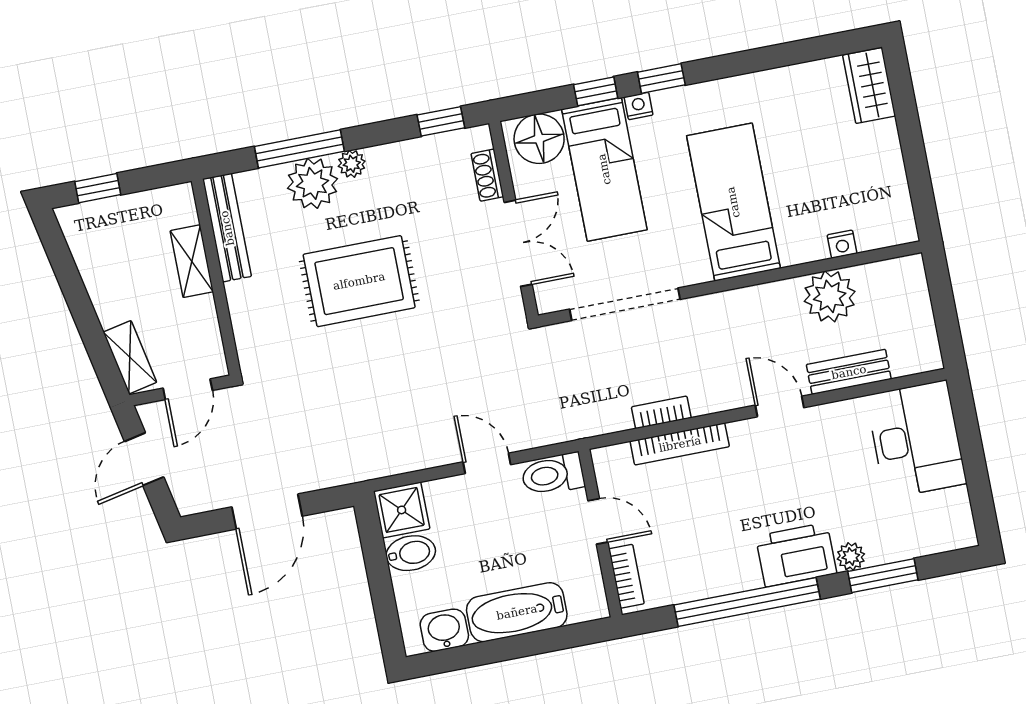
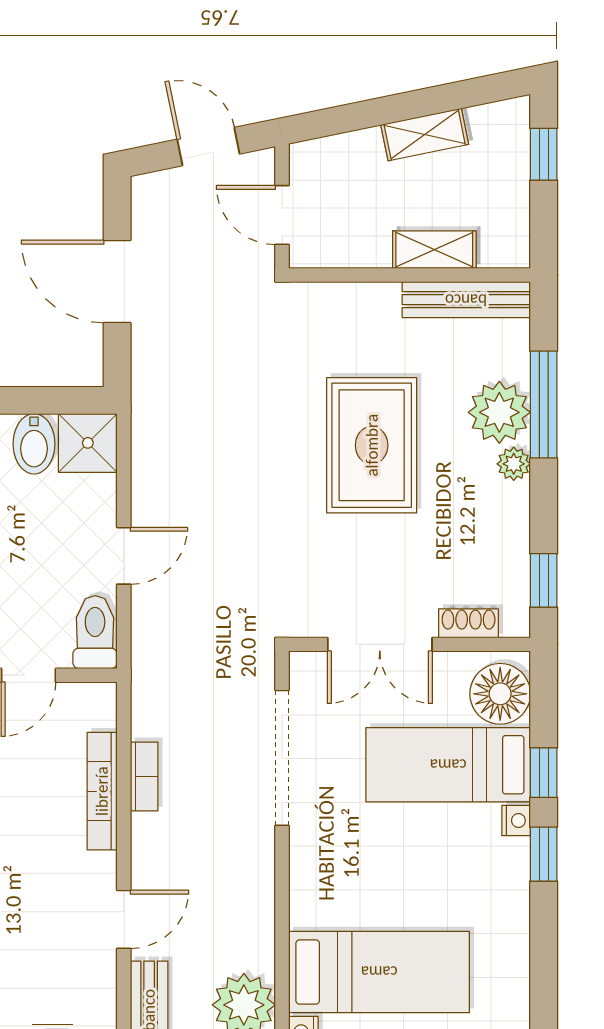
bed: (733, 202) -> (379, 972), moved
shelving: (130, 357) -> (425, 135), moved

